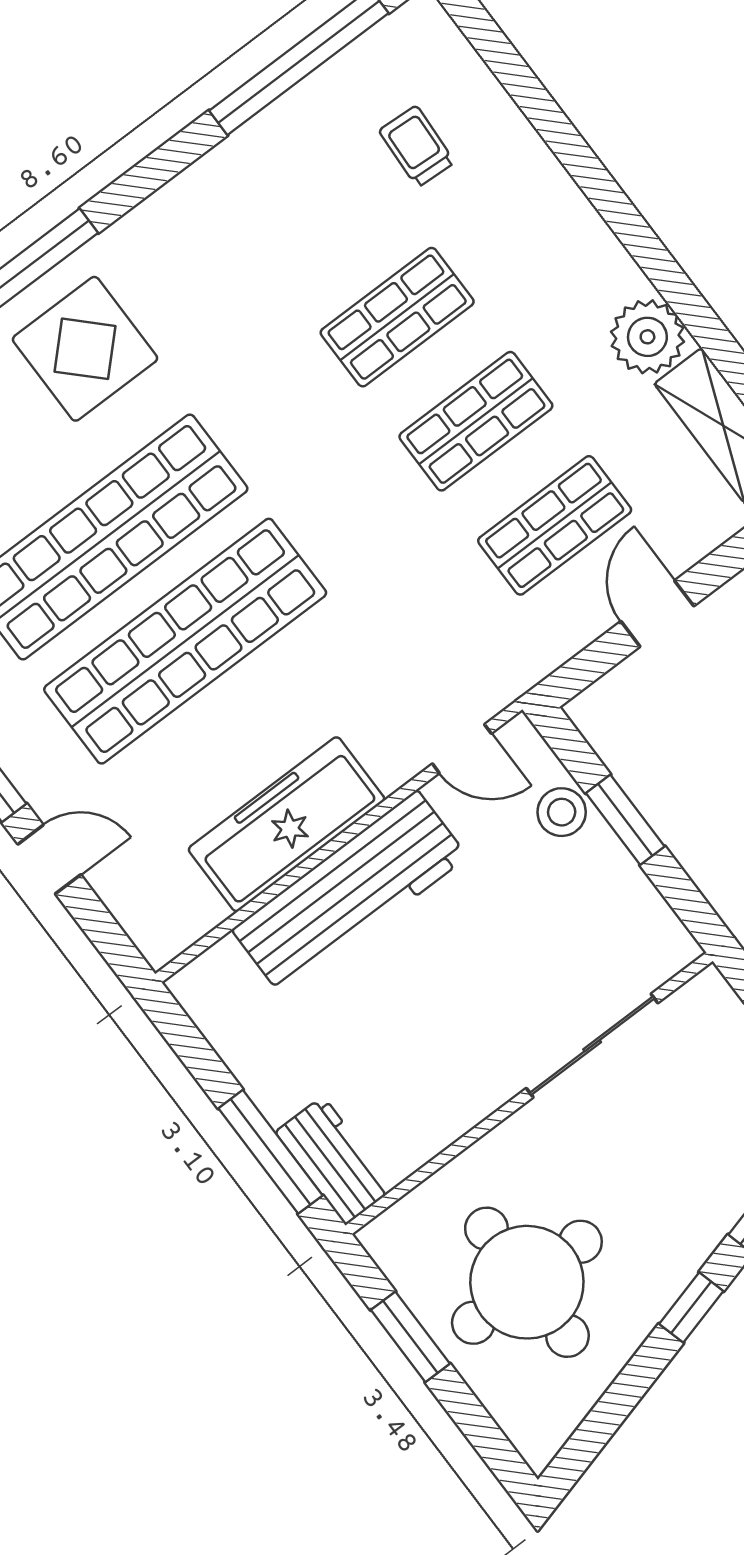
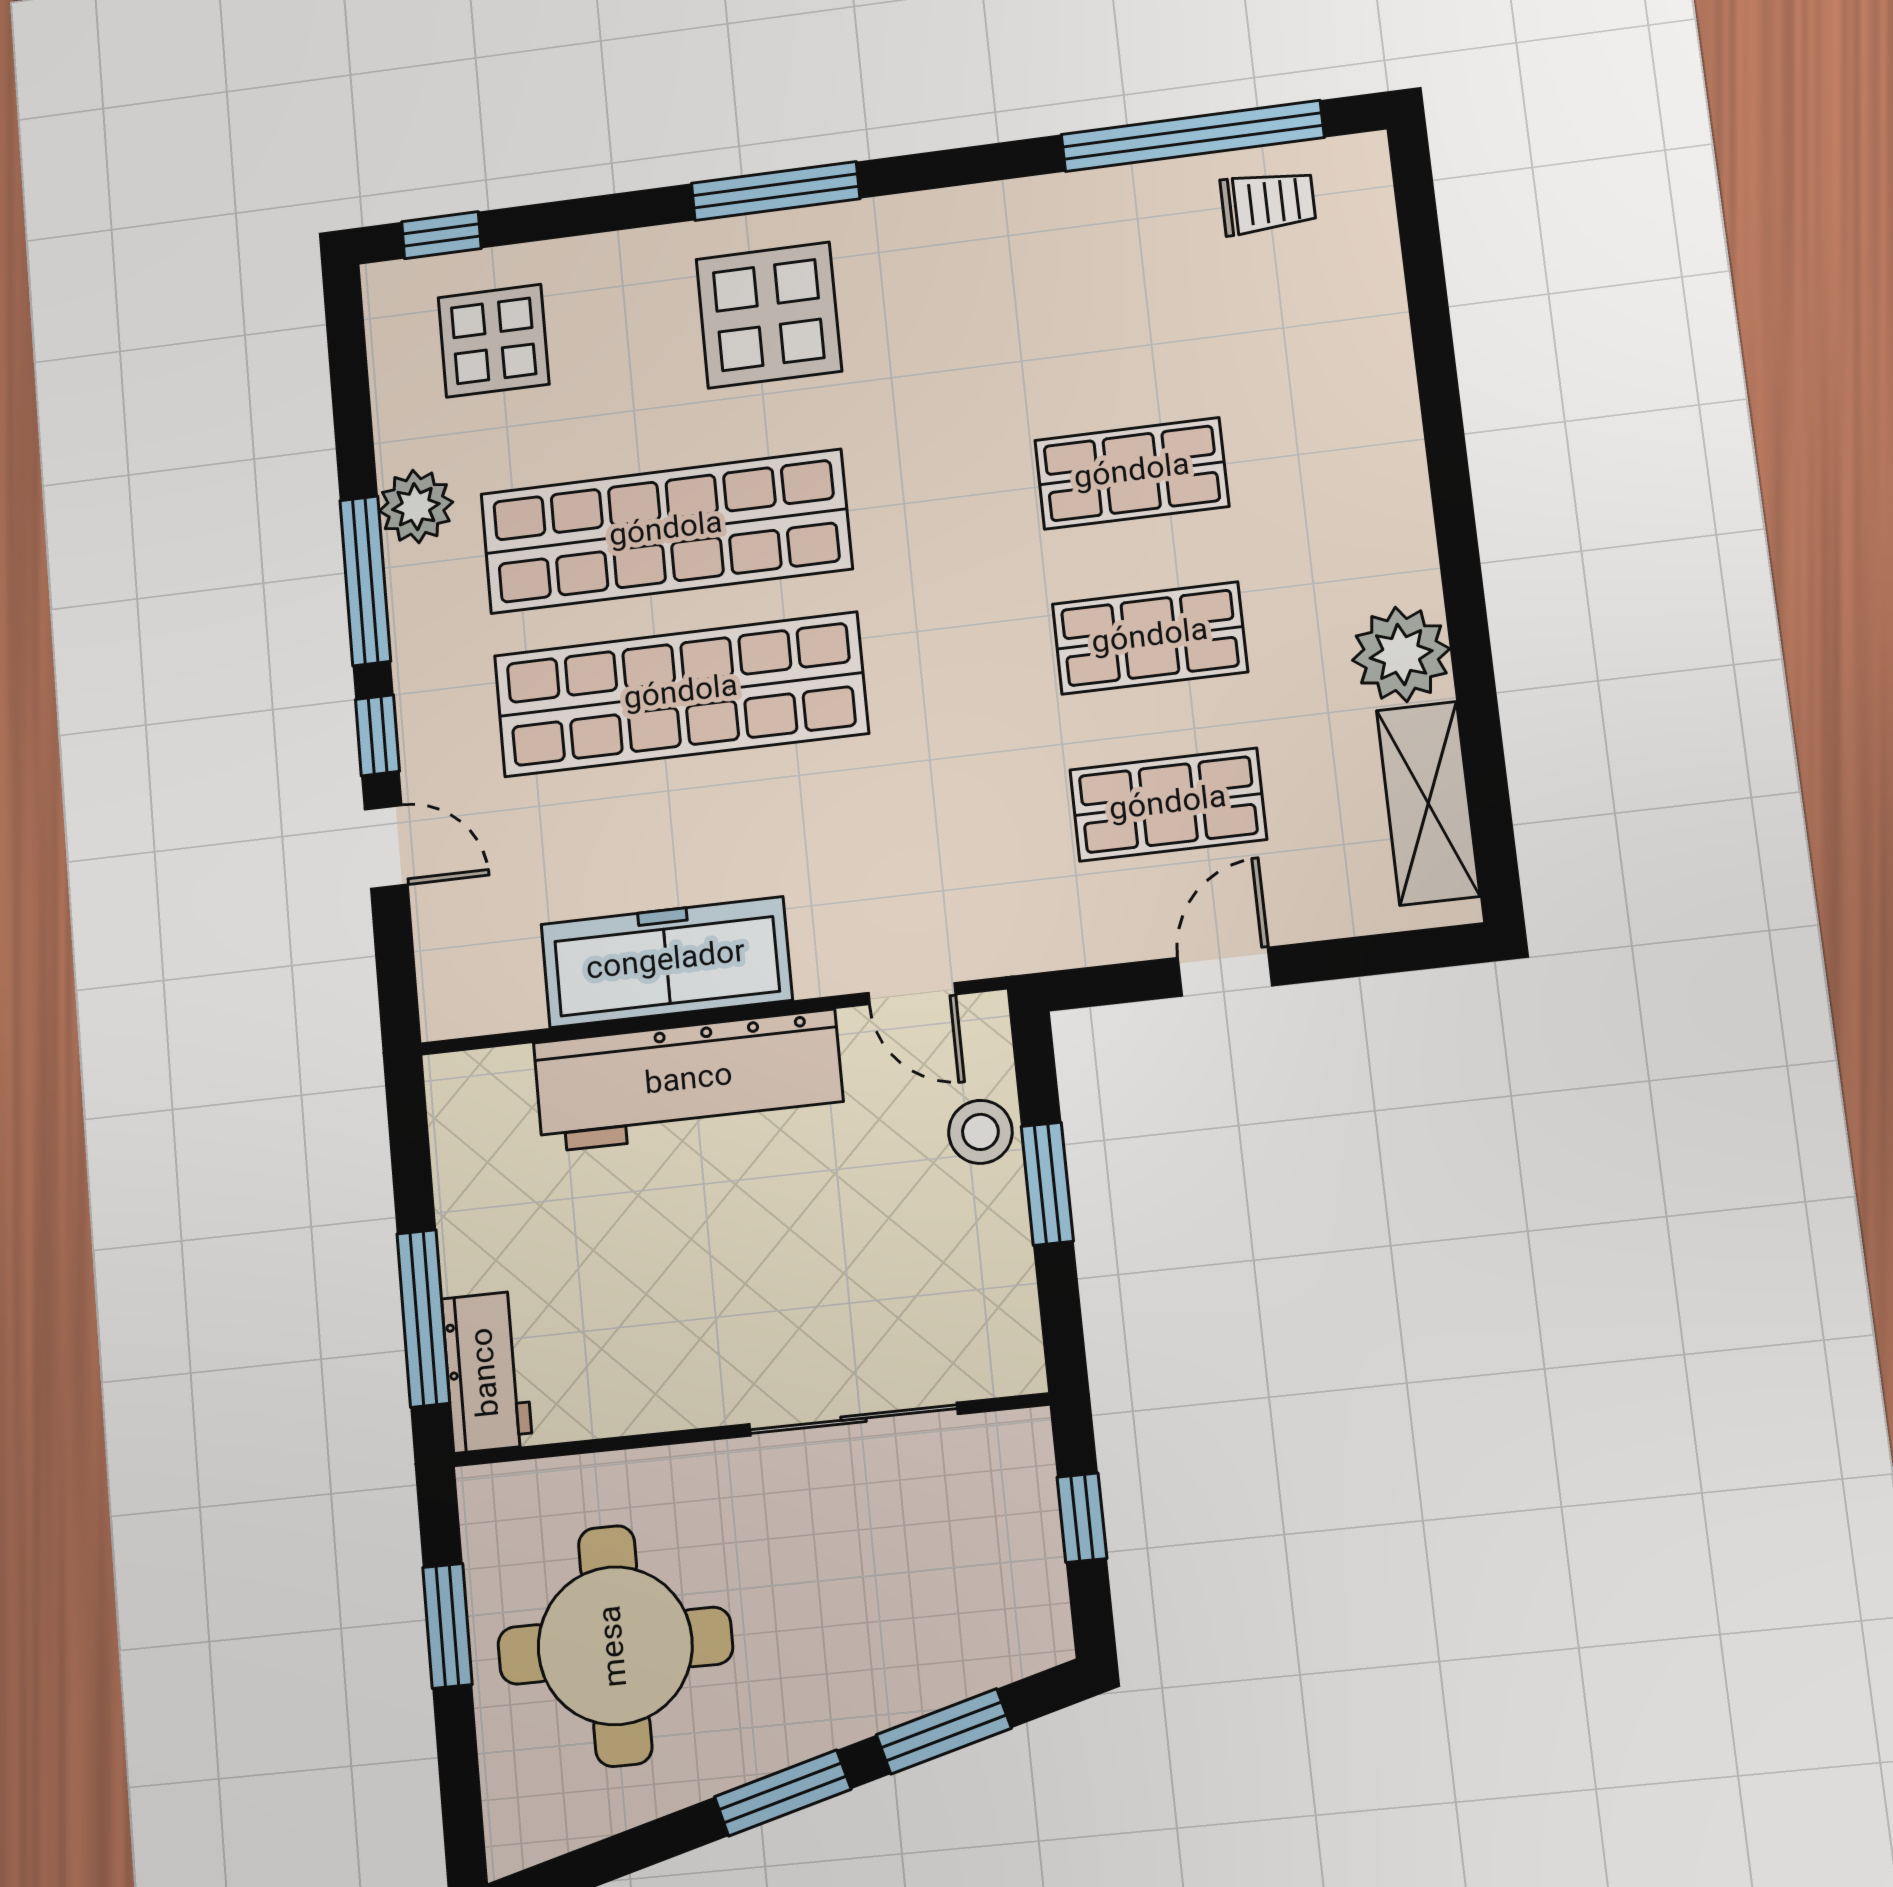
trolley: (417, 146) -> (1268, 202), moved, turned 87
window: (691, 1307) -> (783, 1793), width x1.50

